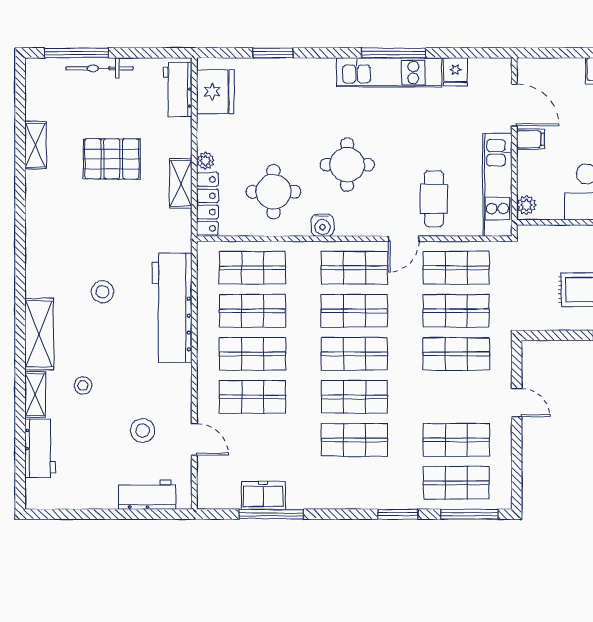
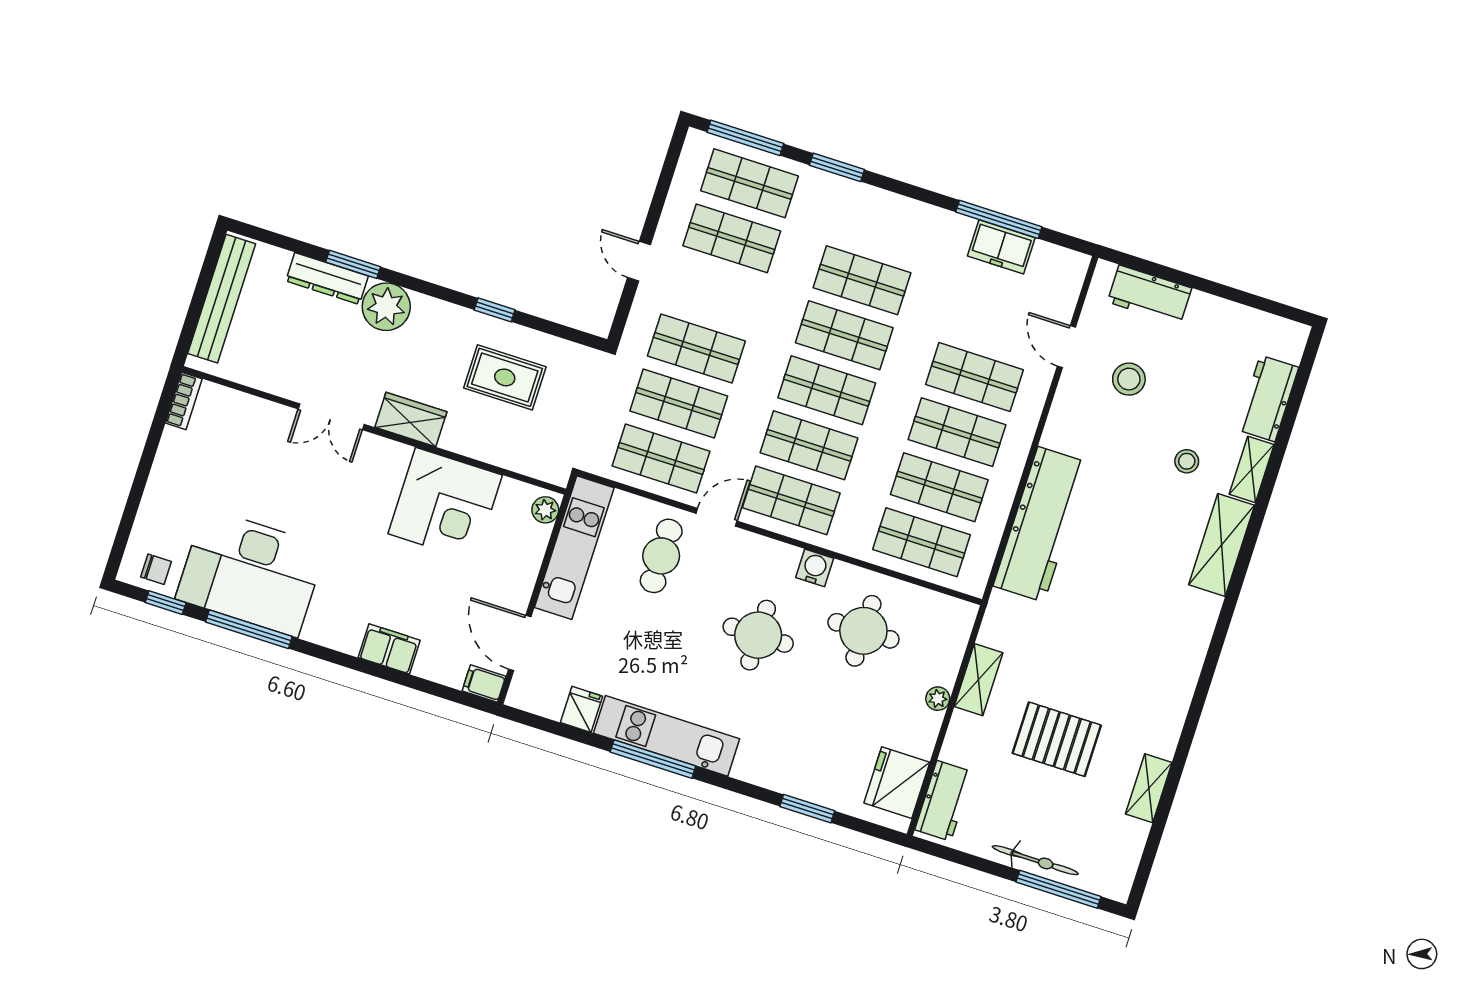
filing cabinet: (530, 139) -> (484, 684), moved
locker: (207, 204) -> (953, 642), removed
stool: (103, 292) -> (1123, 573), removed

